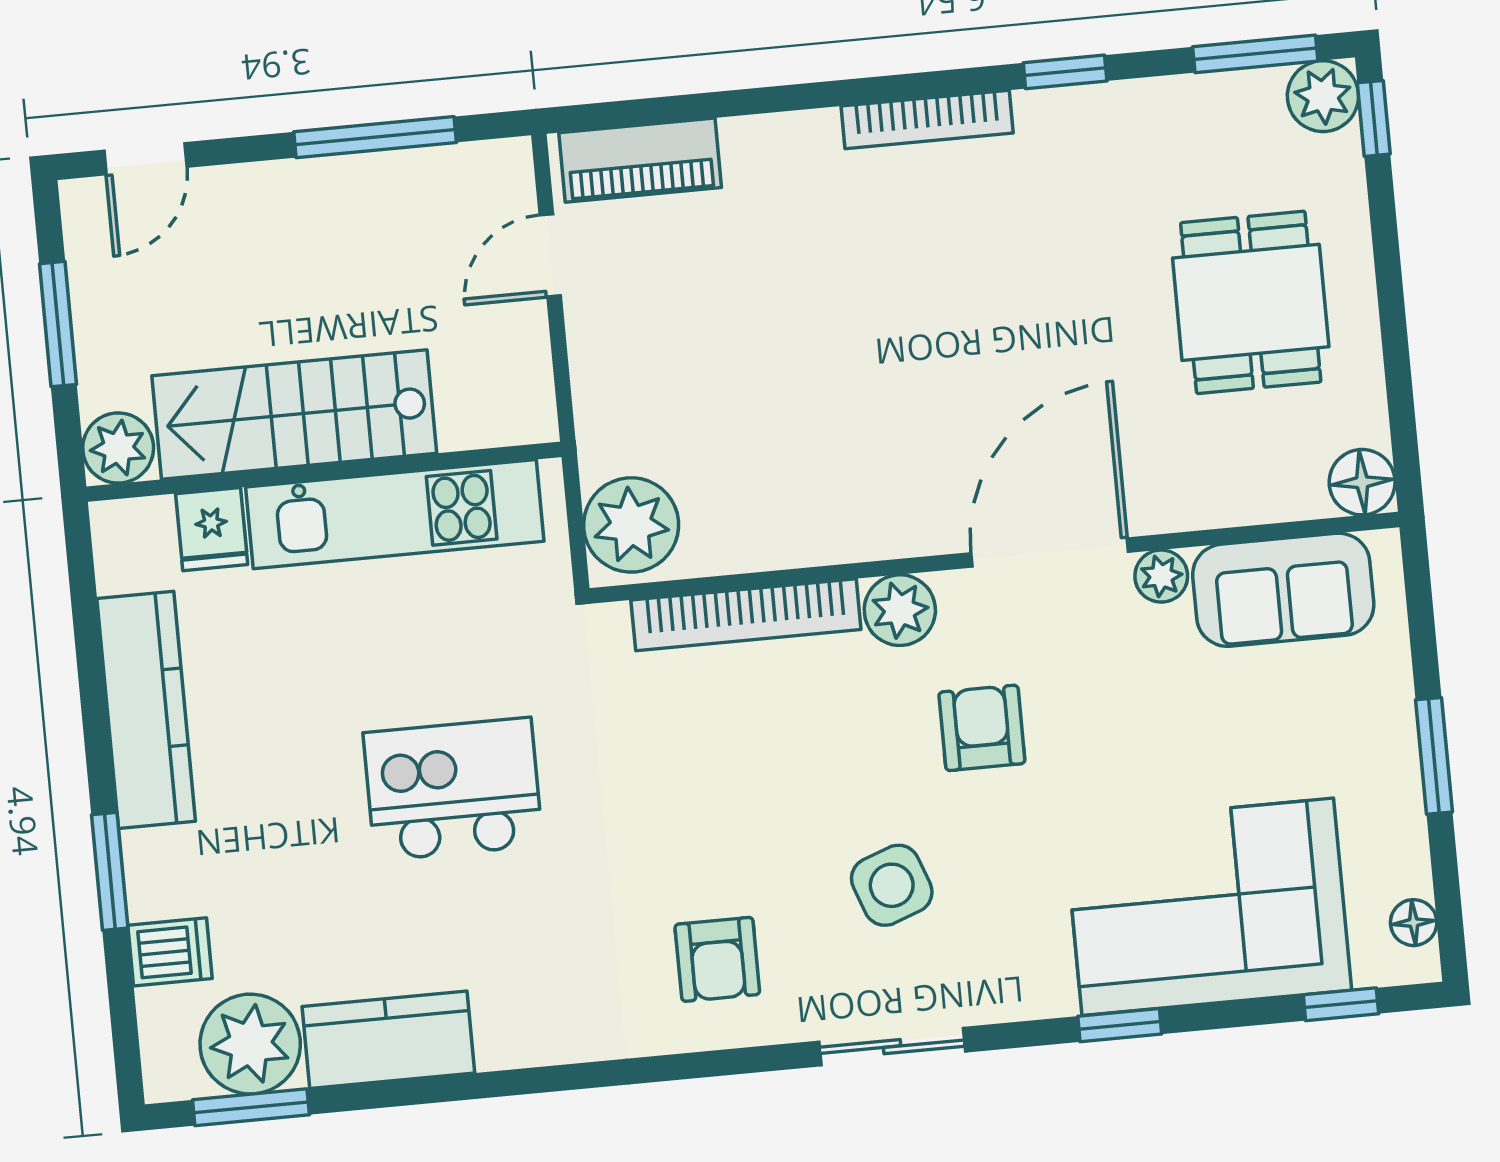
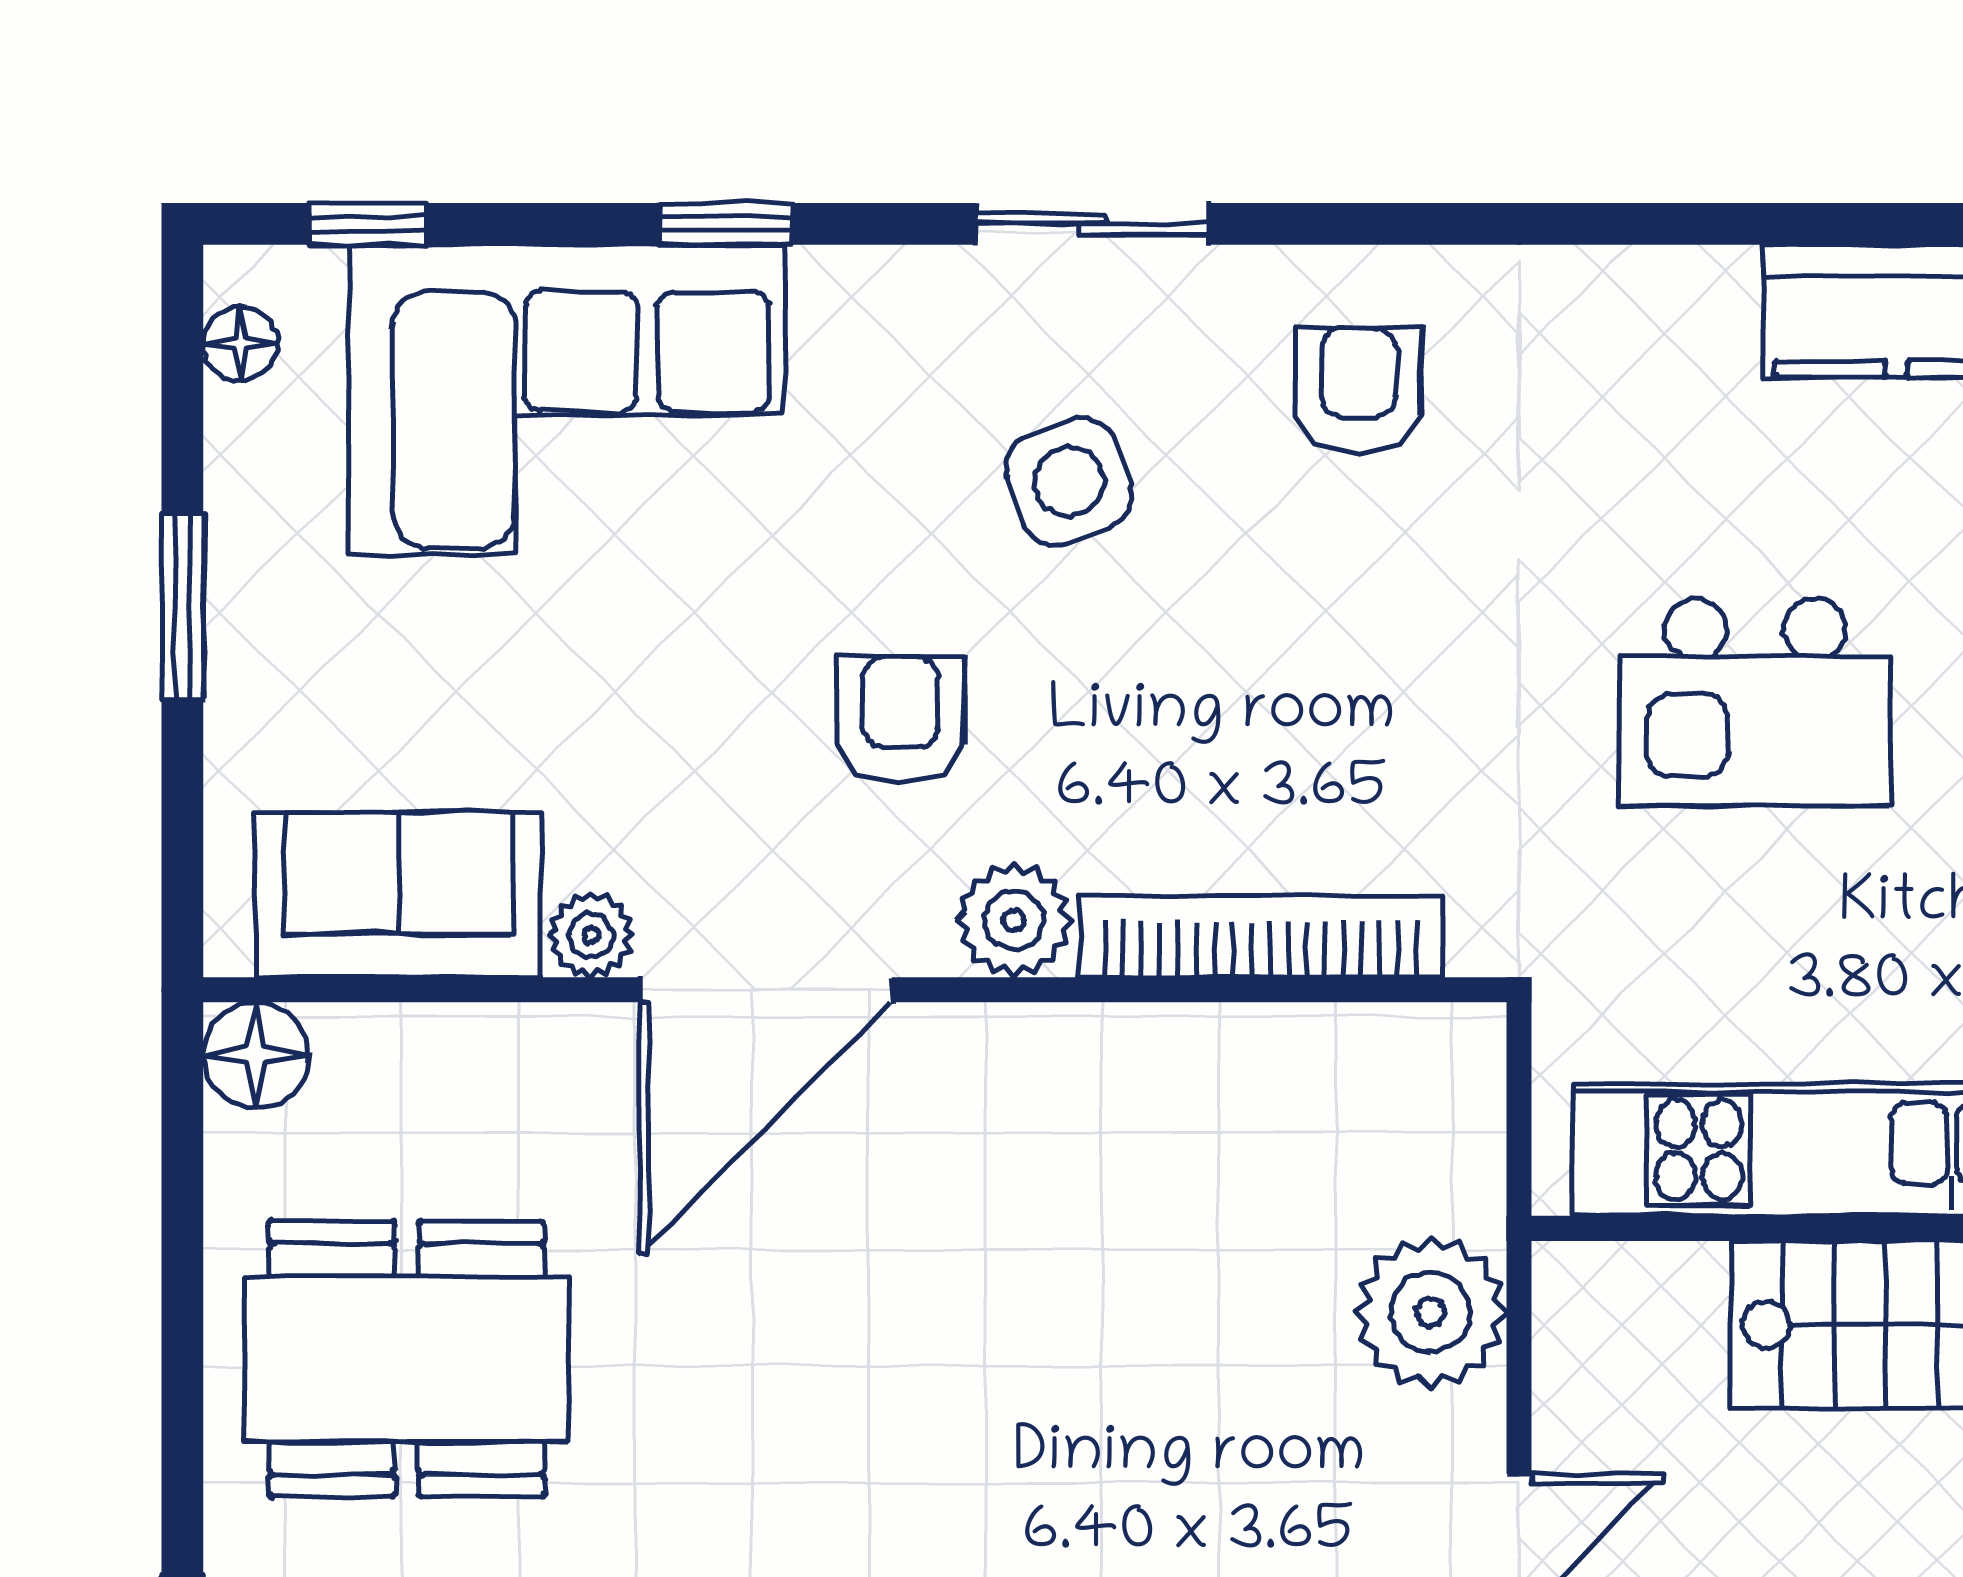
dining table: (1251, 302) -> (407, 1359), width x1.38
plant: (631, 525) -> (1431, 1312), moved
armchair: (982, 728) -> (901, 720), turned 180

